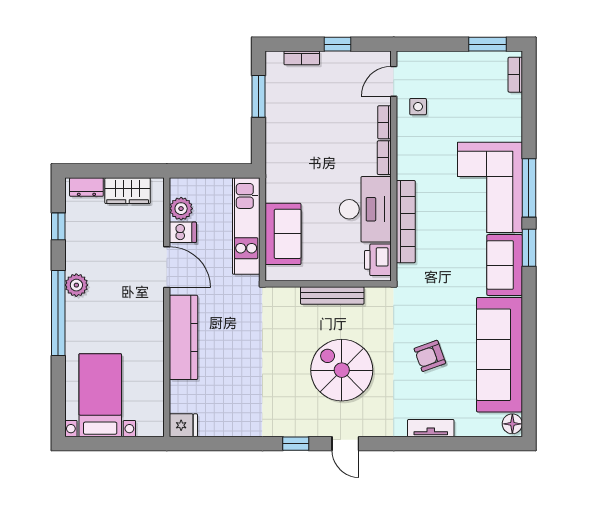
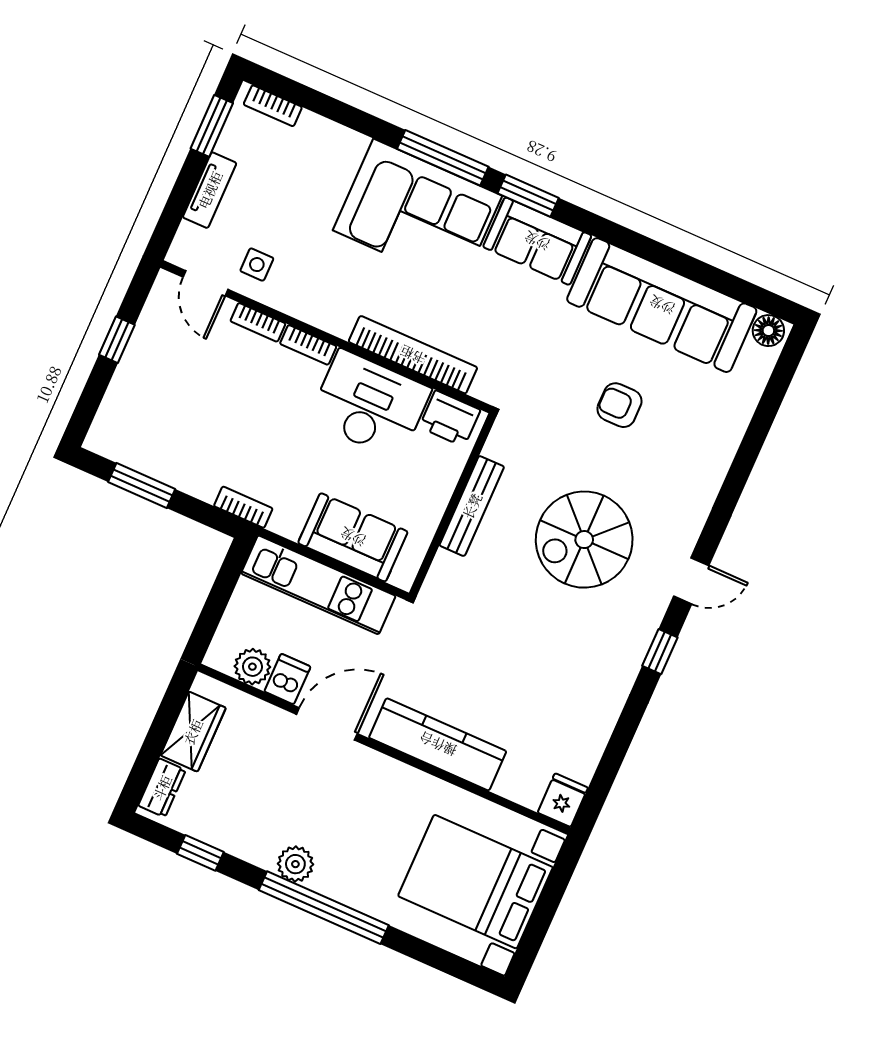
bookcase: (302, 58) -> (243, 507), moved, turned -90
armchair: (430, 356) -> (619, 405), turned 110
bed with nightstands: (100, 395) -> (475, 882), width x1.36
tv unit: (431, 428) -> (210, 190), moved, turned 180

